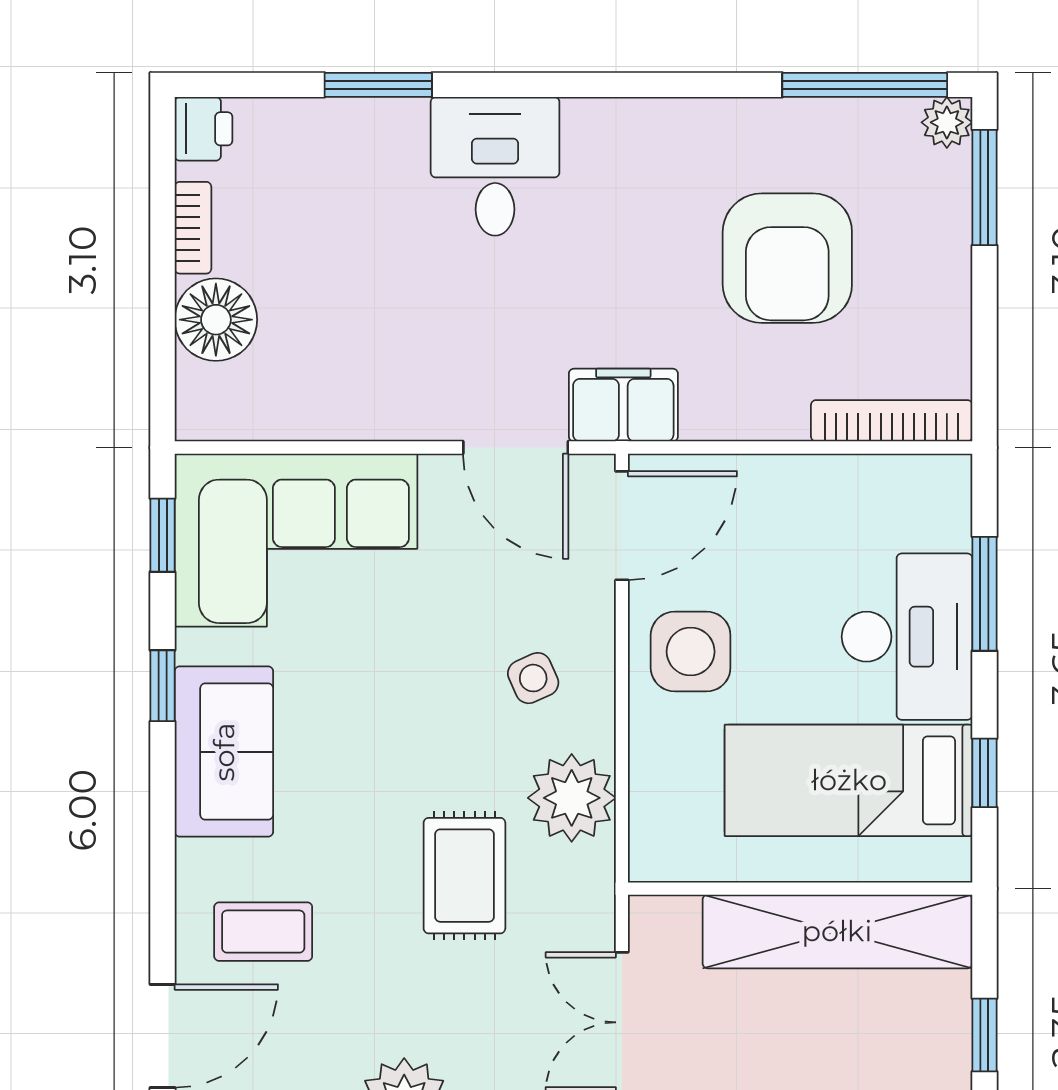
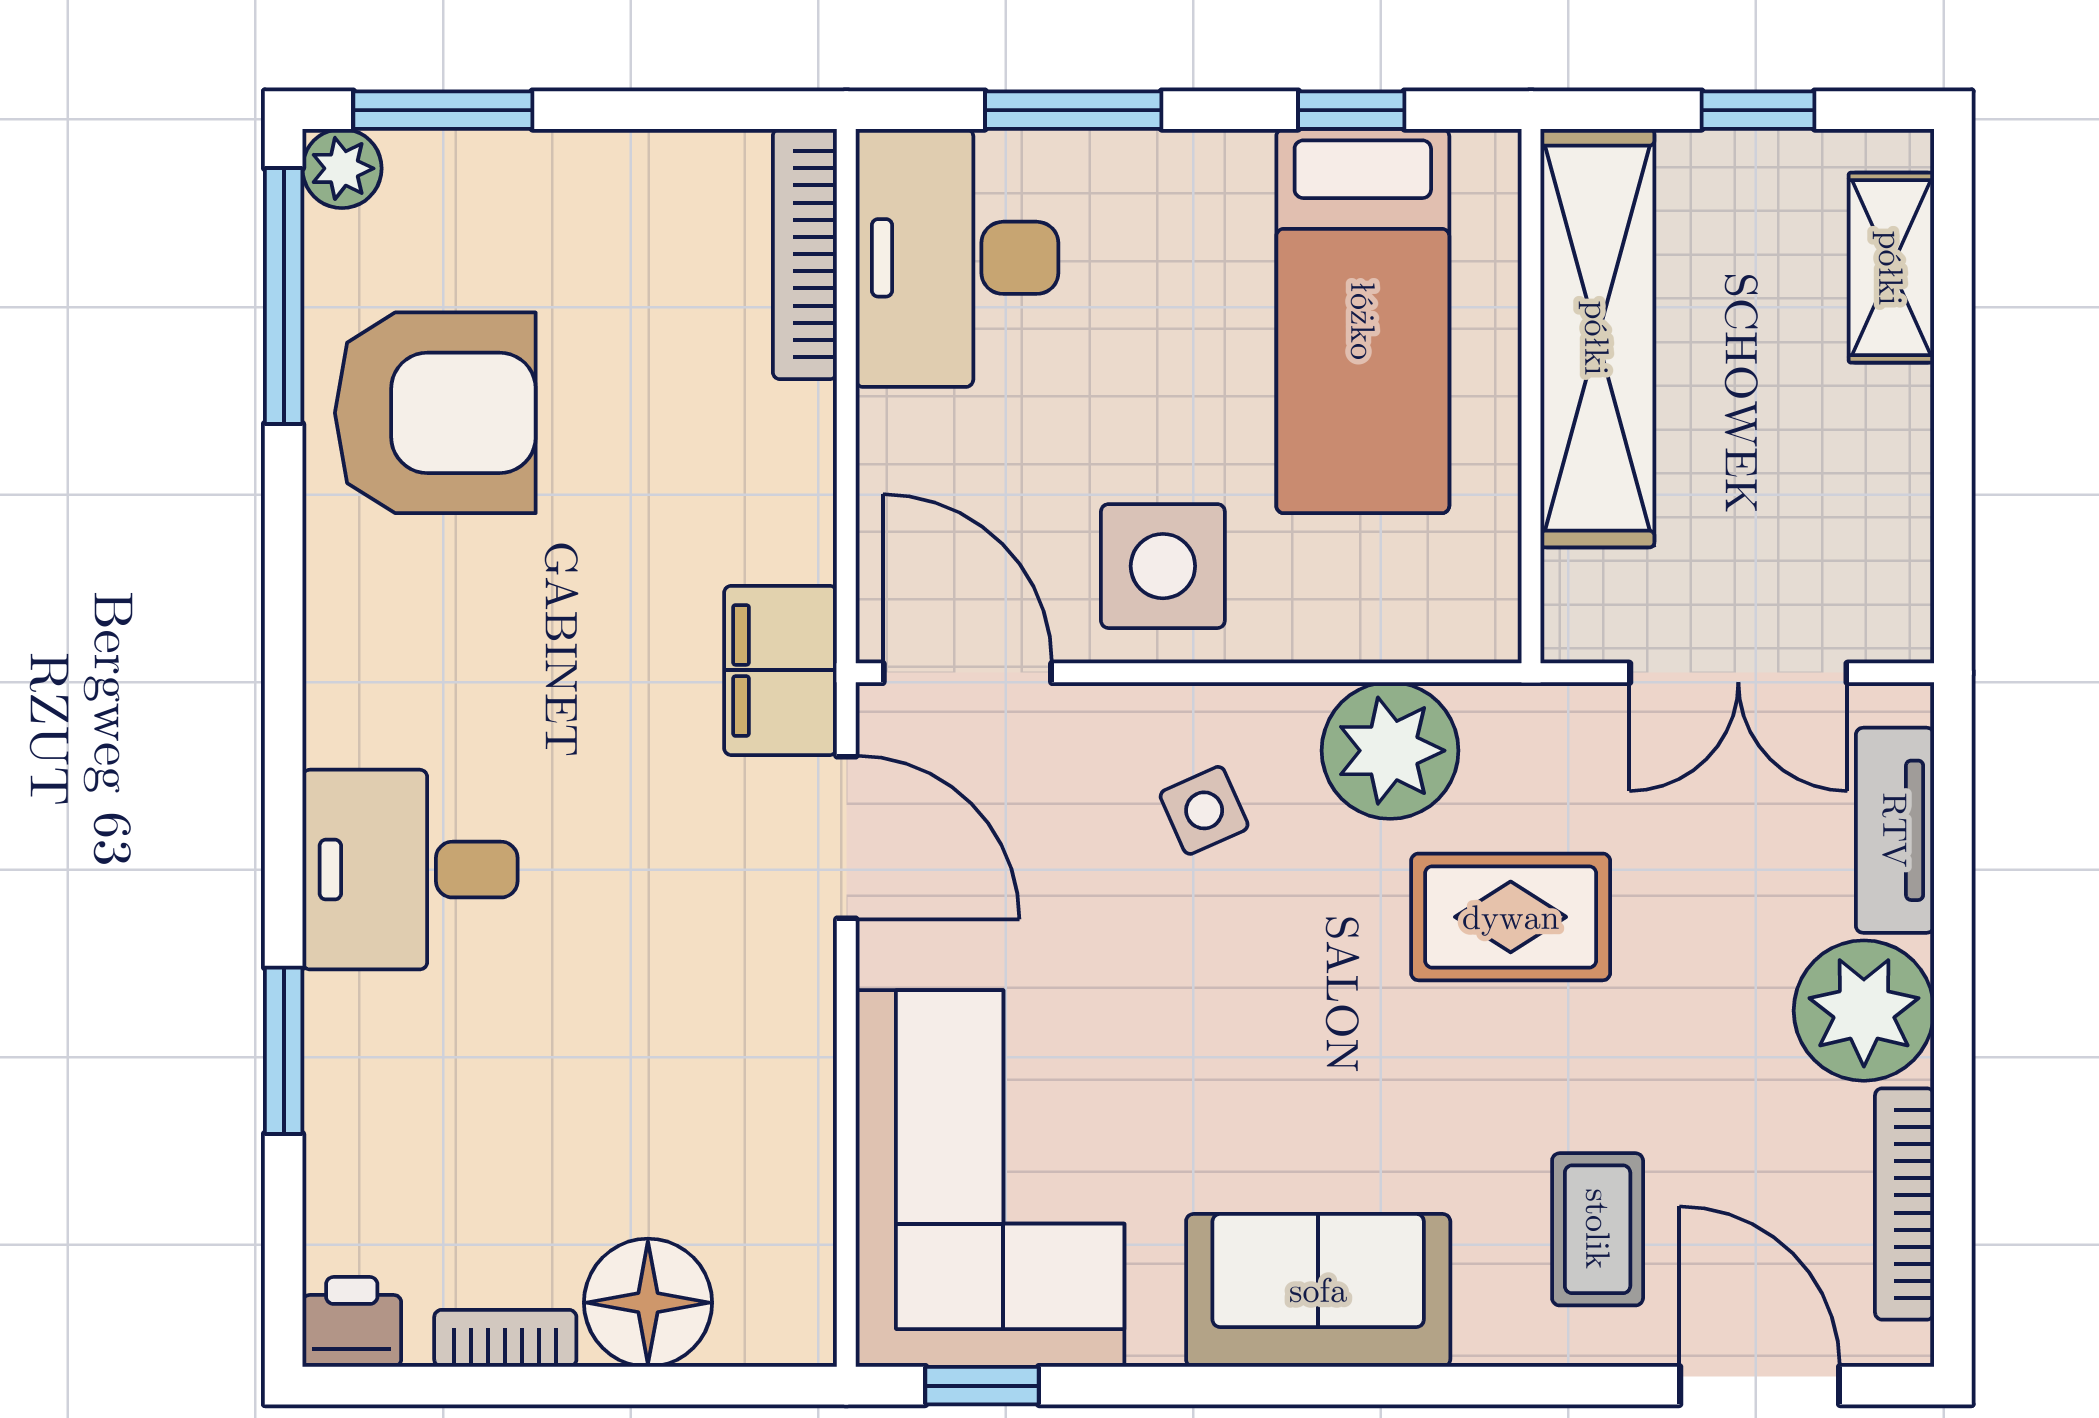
armchair: (787, 258) -> (435, 413), moved
door: (516, 447) -> (846, 837), hinge flipped
desk: (907, 637) -> (957, 258), moved, turned -90
window: (163, 686) -> (1216, 1386), removed

